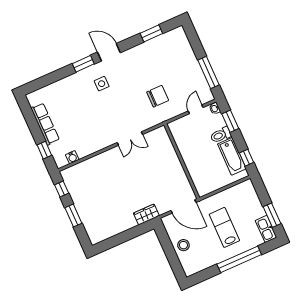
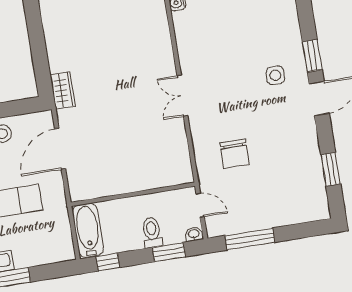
bathtub: (232, 156) -> (88, 230), moved, turned 90
wall: (182, 161) -> (133, 194), moved

